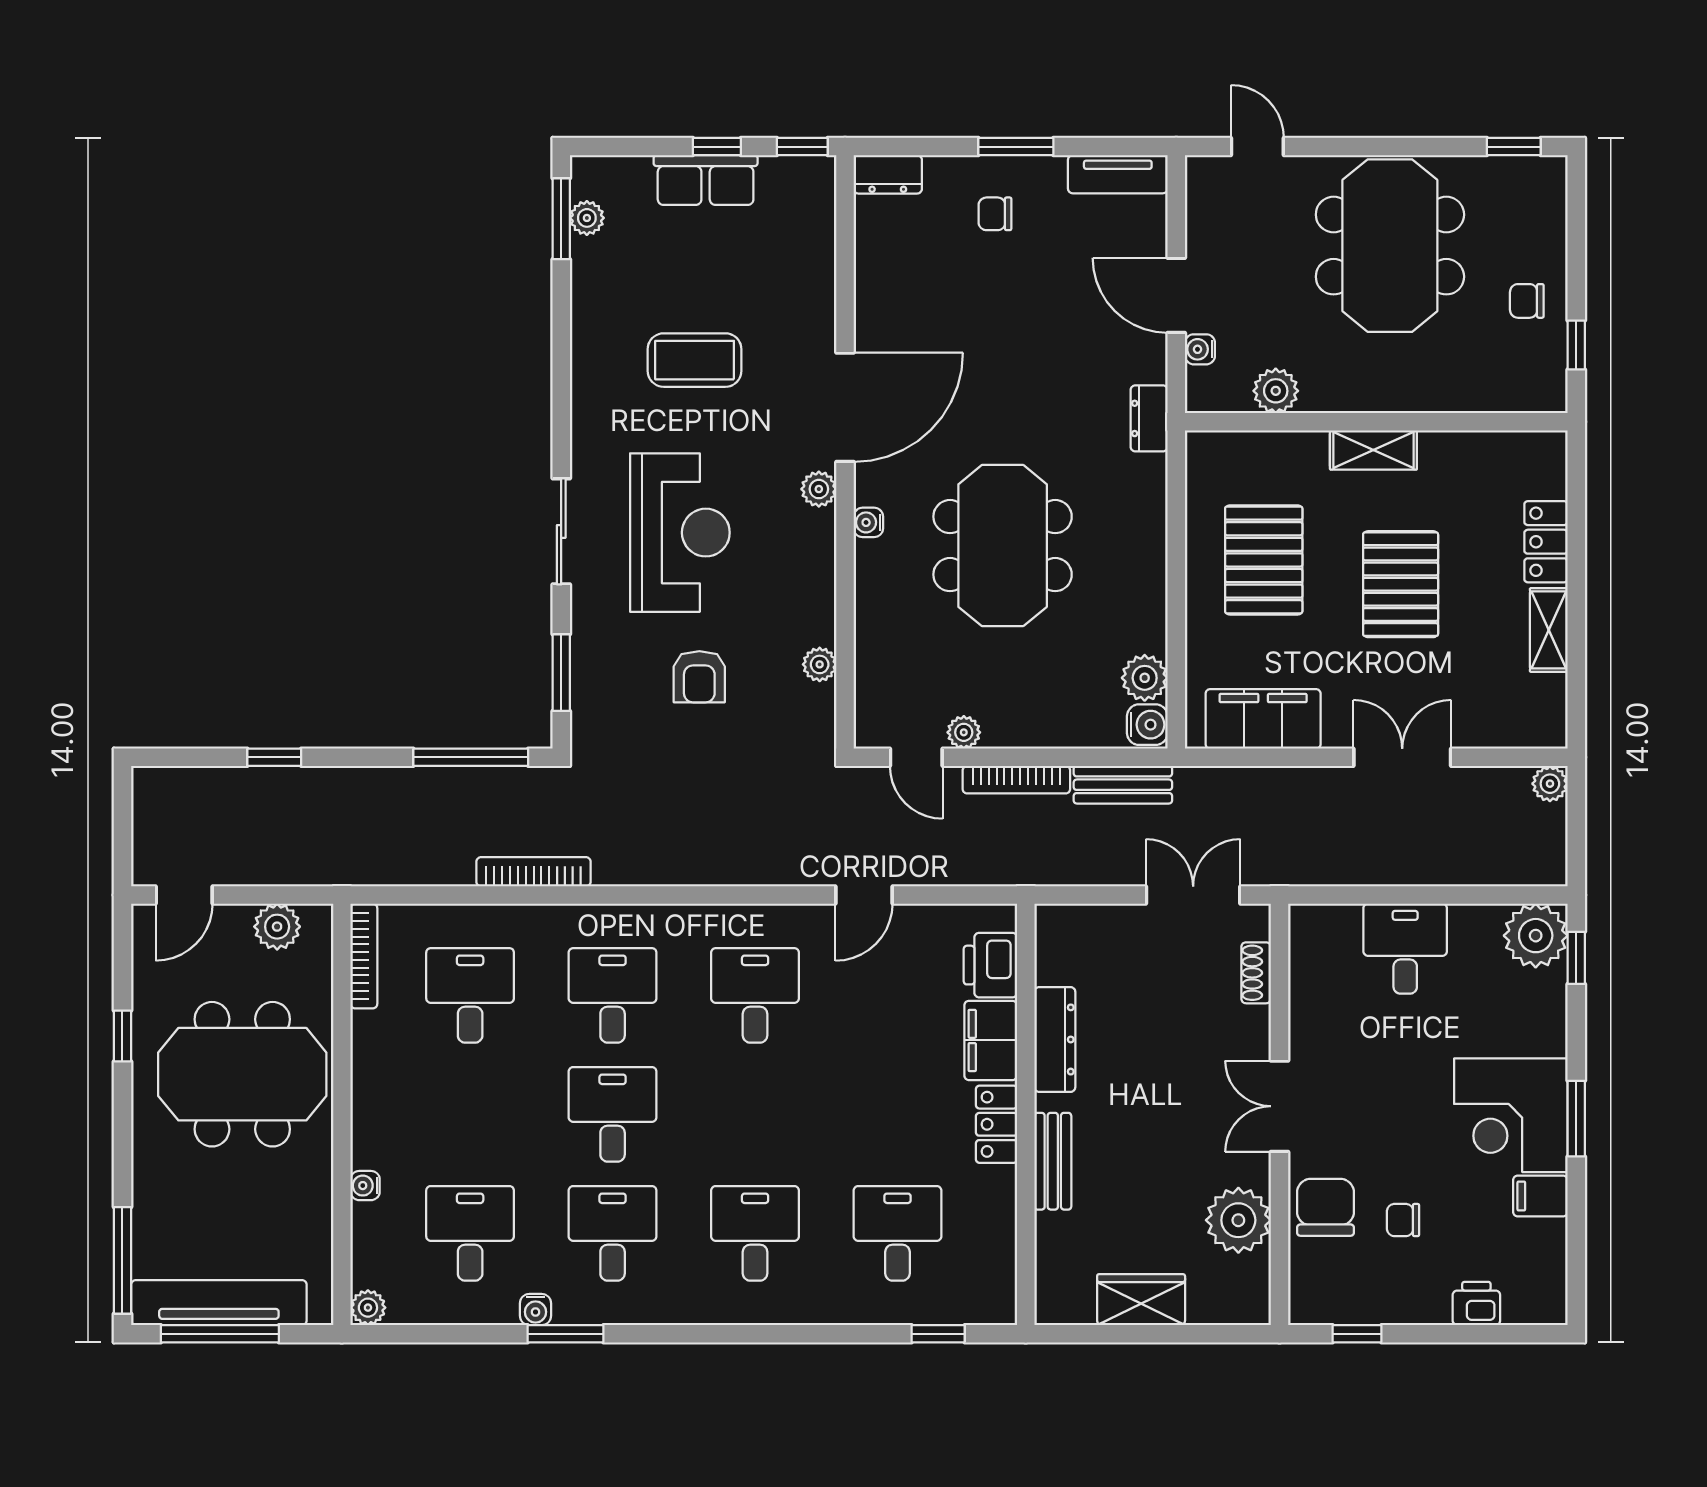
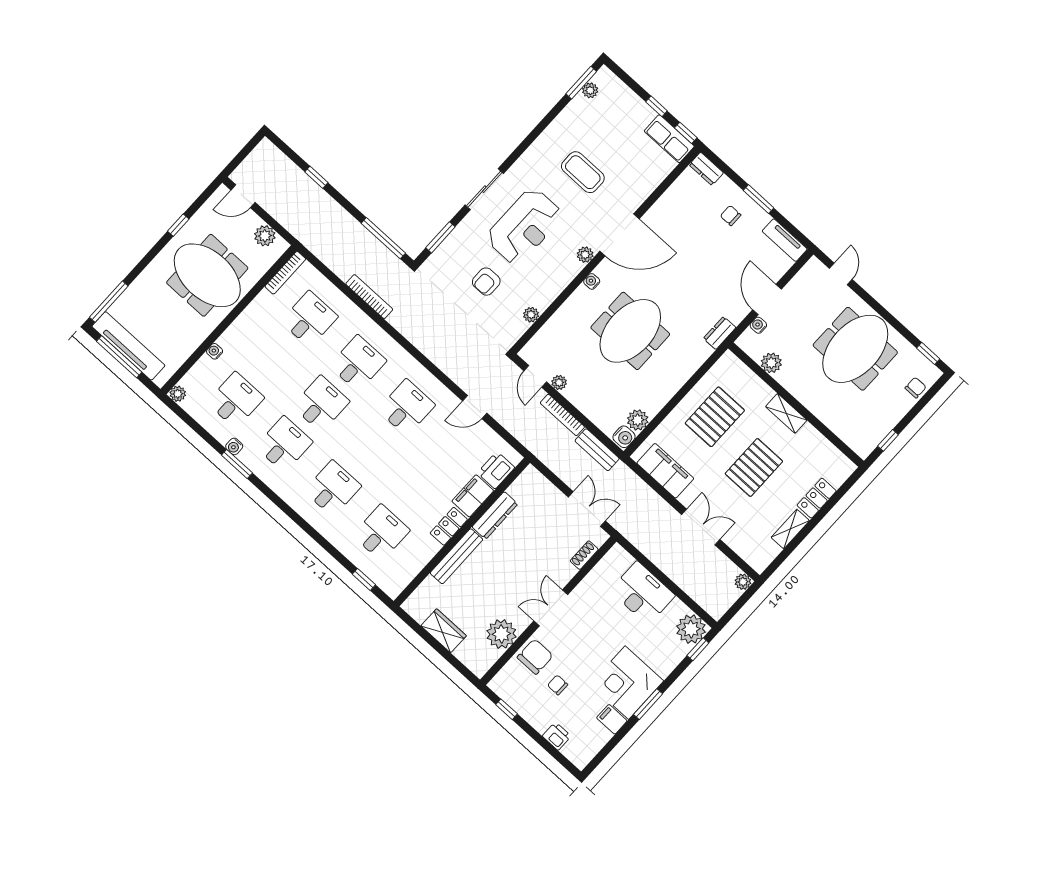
row of seats: (706, 180) -> (669, 139), moved
chair: (1527, 301) -> (916, 388), moved, turned 90
desk: (1405, 949) -> (642, 593), width x1.37
bench: (1053, 1161) -> (456, 556), width x1.36

